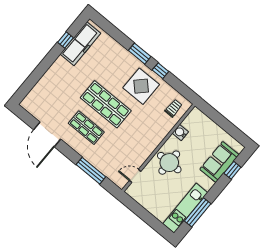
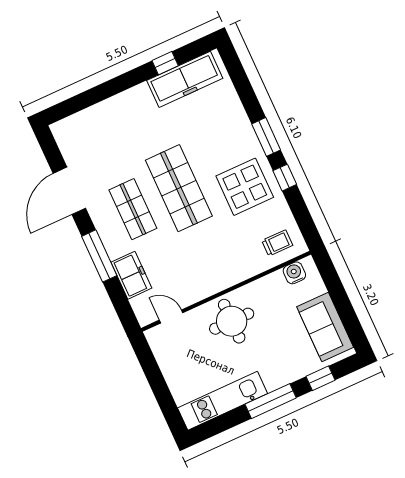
water cooler: (180, 132) -> (294, 273), moved
sofa: (219, 162) -> (325, 327), moved, turned -90
freezer: (103, 164) -> (131, 275), added
window: (91, 171) -> (99, 256), moved
window: (198, 212) -> (271, 401), moved

